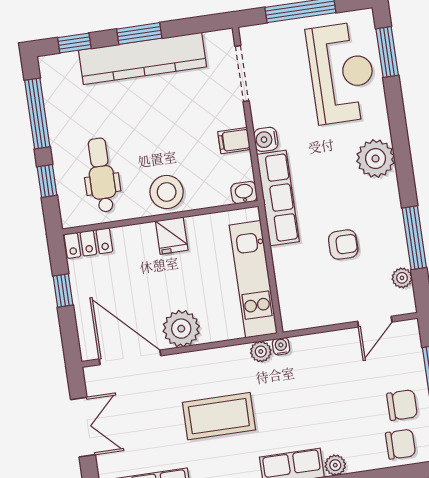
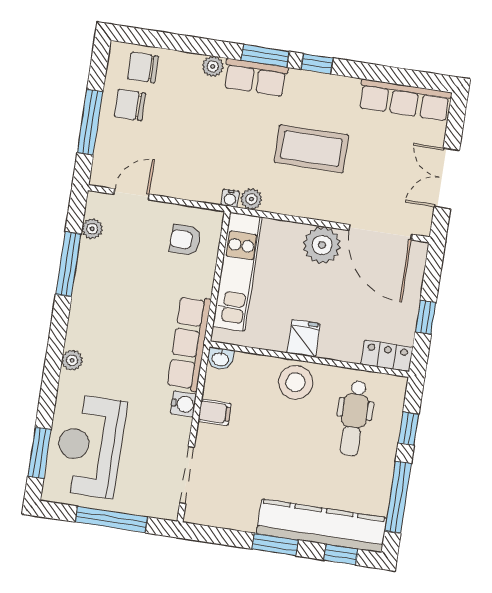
kitchen counter: (142, 58) -> (322, 526), moved
plant: (376, 159) -> (72, 360), width x0.53, depth x0.53
armchair: (343, 245) -> (185, 240), moved

